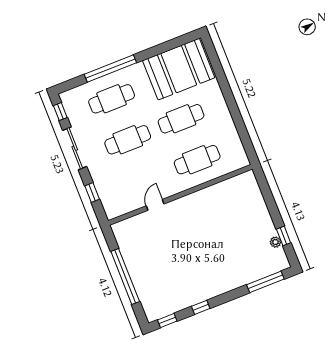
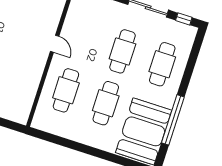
window: (110, 69) -> (173, 120), moved
door: (155, 205) -> (55, 44), moved

